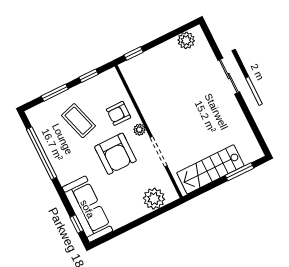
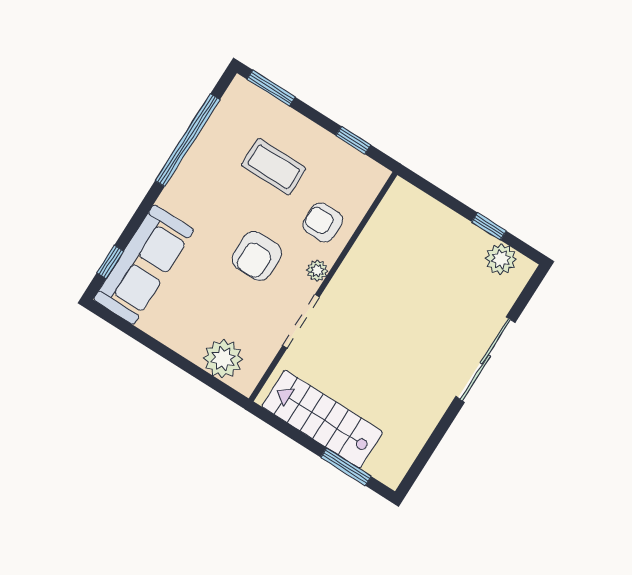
window: (134, 53) -> (489, 226), moved
sliding door: (229, 76) -> (485, 360), width x1.37
window: (55, 93) -> (271, 88), moved
coffee table: (78, 121) -> (274, 167), turned -73
armchair: (115, 154) -> (257, 256), width x0.73, depth x0.73

